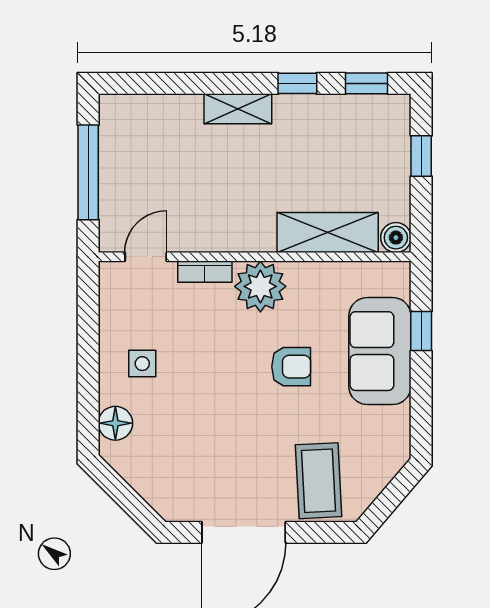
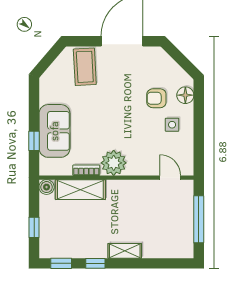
door: (146, 257) -> (170, 178), swing flipped
bookcase: (205, 272) -> (86, 170), moved
armchair: (291, 367) -> (156, 98), moved

